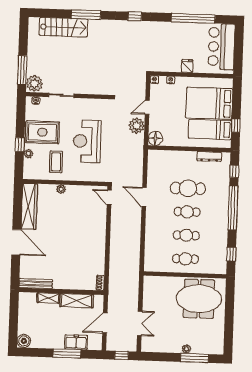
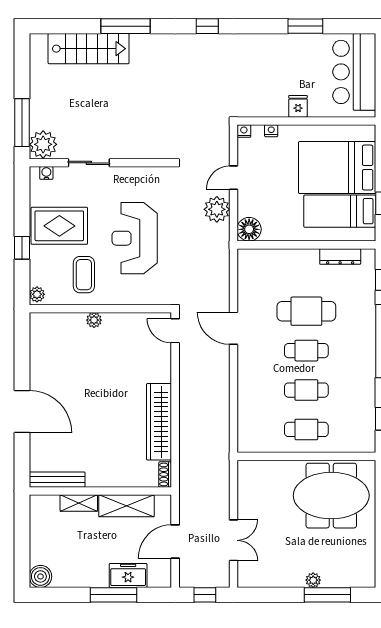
window: (193, 18) -> (305, 26), width x0.47
plant: (28, 154) -> (37, 294), moved
wardrobe: (29, 206) -> (159, 422), moved, turned 180

